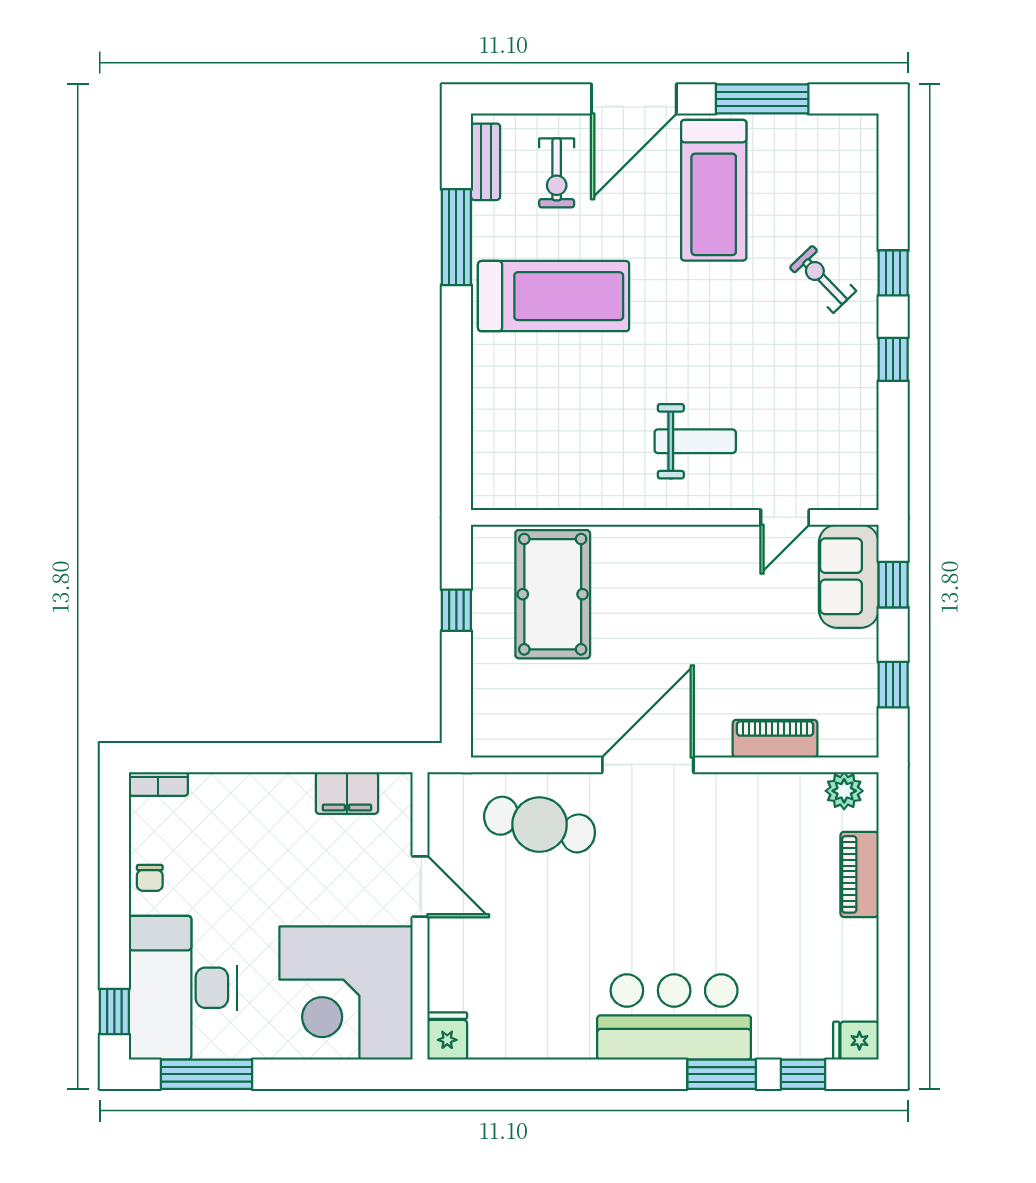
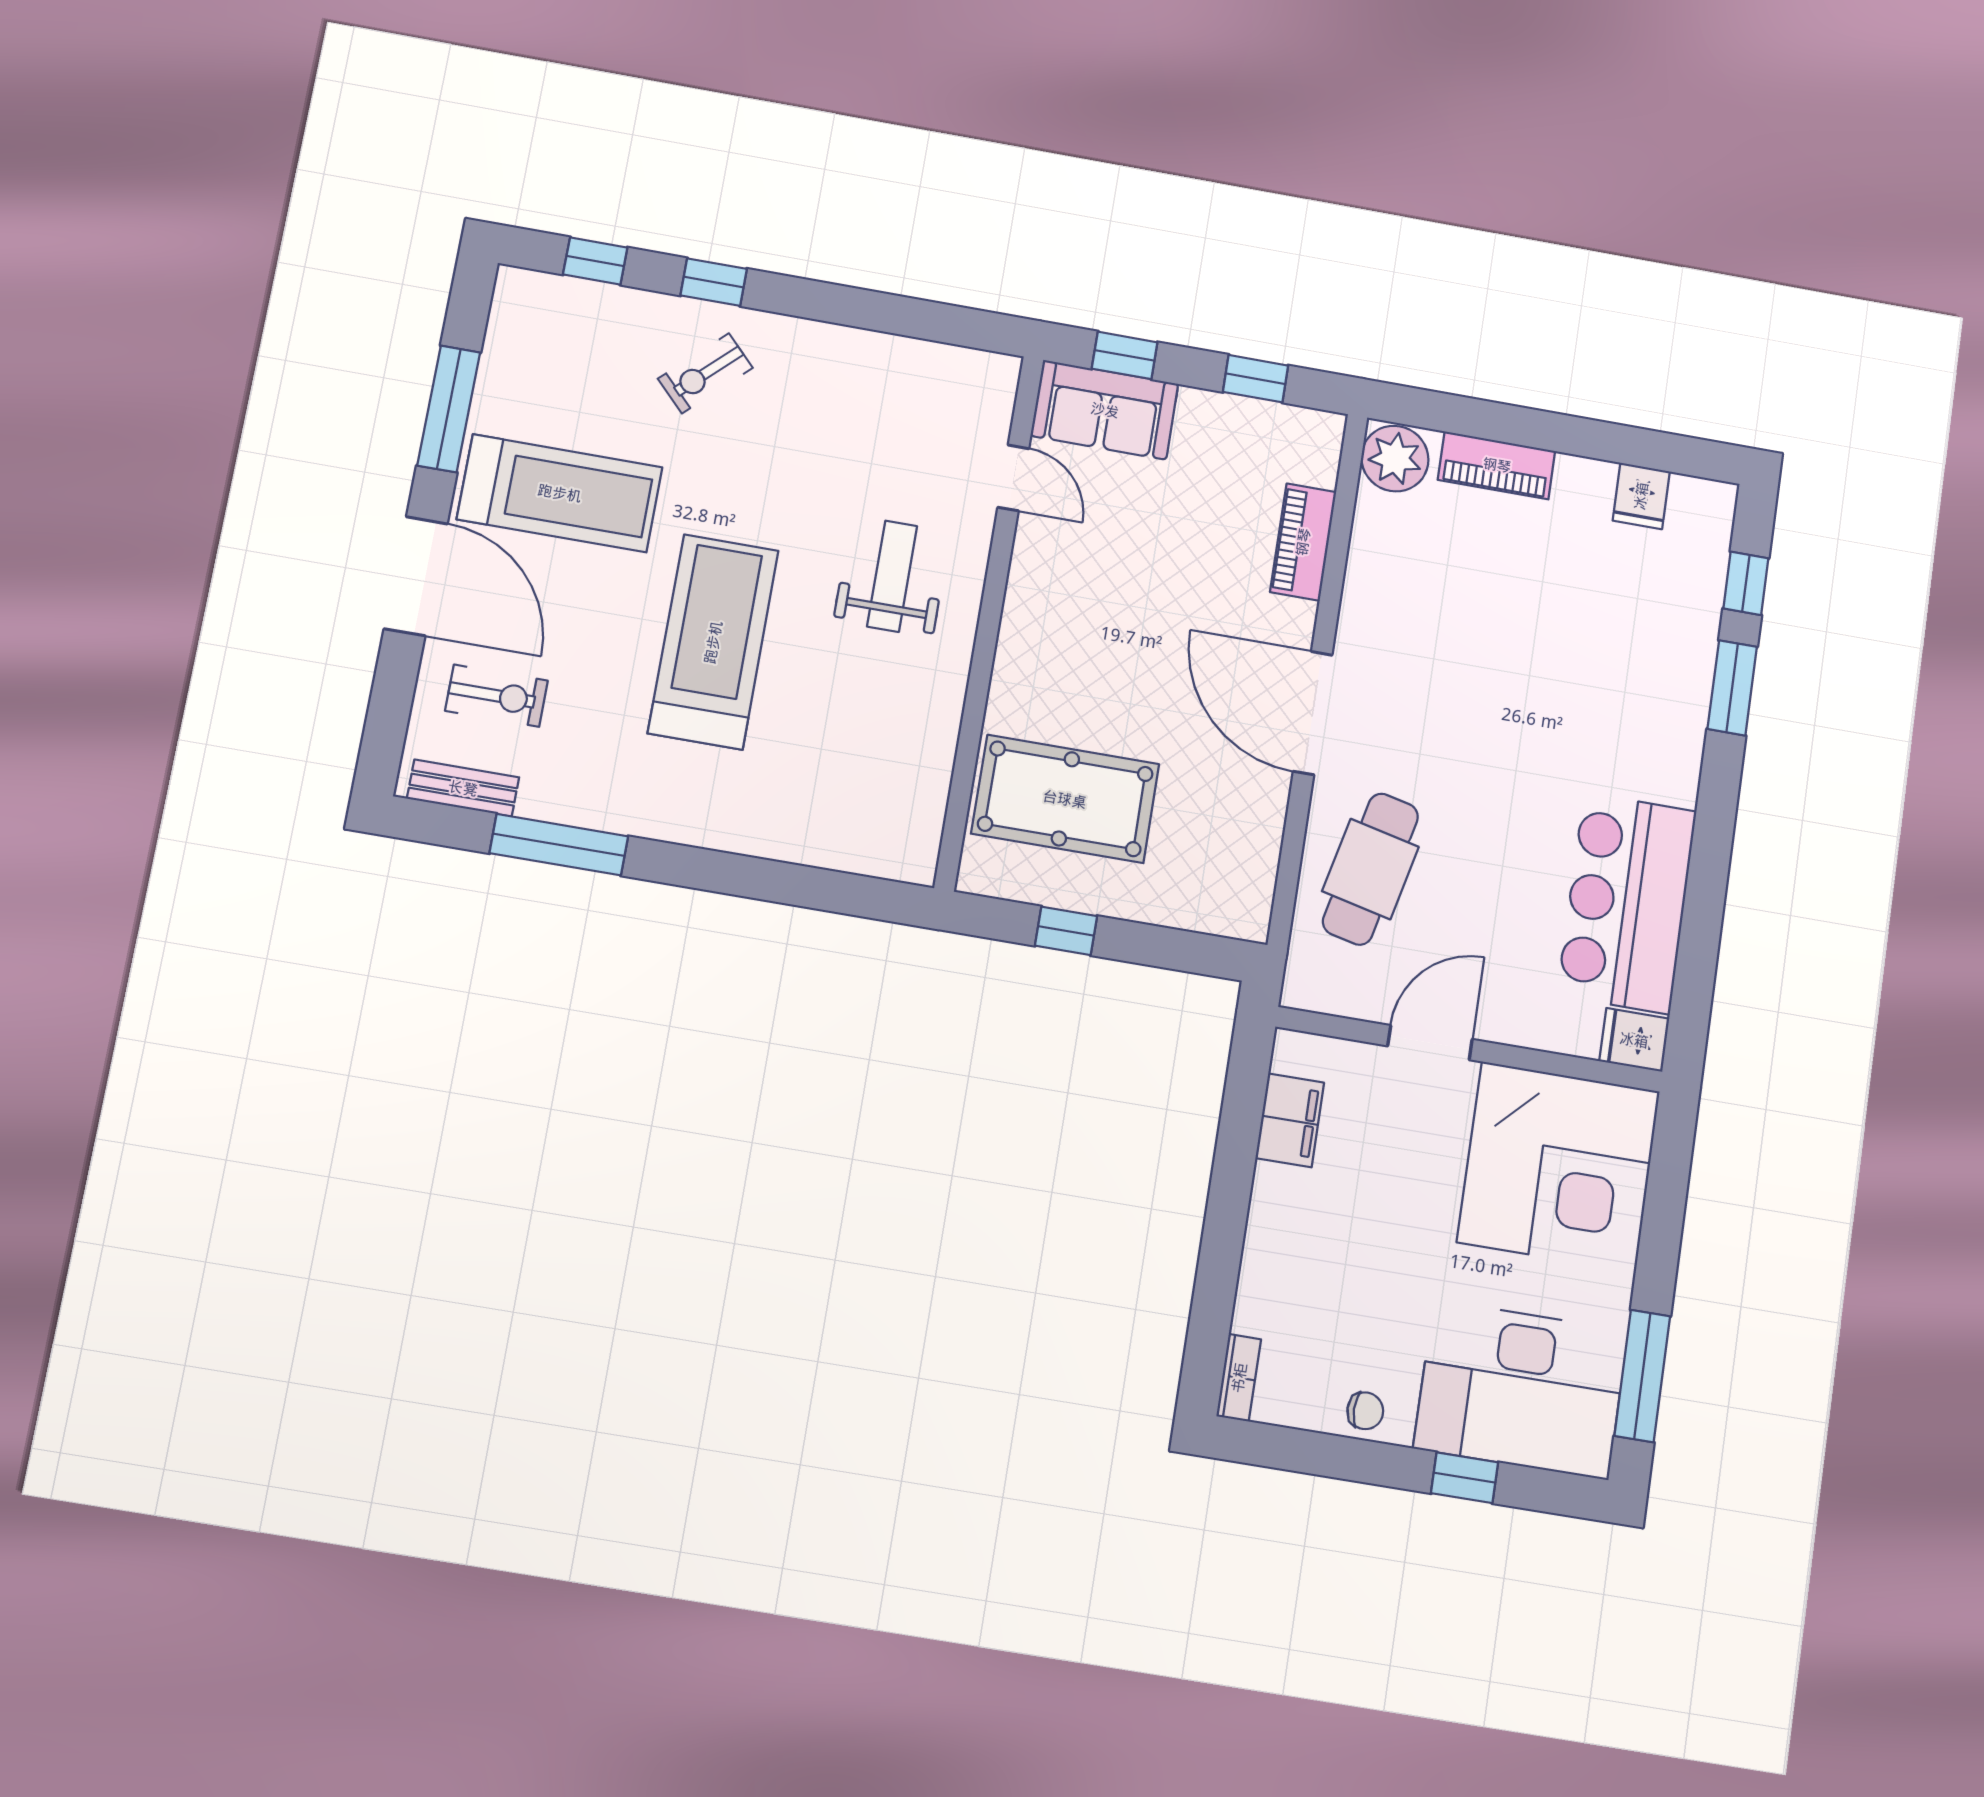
treadmill: (554, 296) -> (713, 642), moved
window: (893, 359) -> (595, 261), moved
plant: (844, 791) -> (1395, 459), width x1.36, depth x1.36
window: (114, 1011) -> (1465, 1478), moved
bar counter: (674, 1017) -> (1627, 903), moved
fridge: (856, 1041) -> (1641, 496), moved

